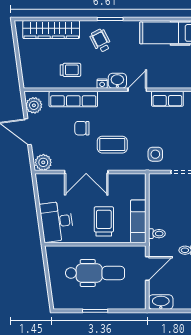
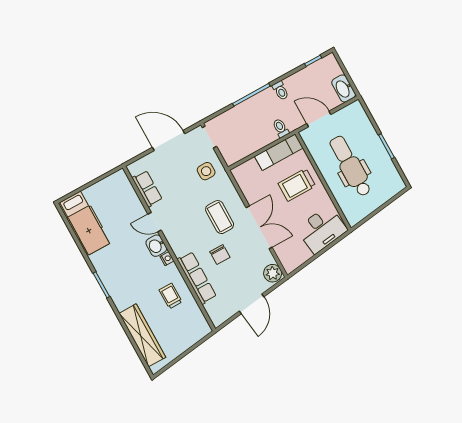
wheelchair: (101, 41) -> (127, 283), removed
plant: (34, 105) -> (223, 312), removed

